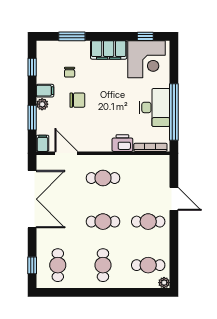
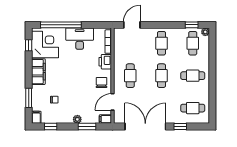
filing cabinet: (45, 91) -> (36, 117), moved
chair: (77, 100) -> (102, 83), moved
window: (174, 112) -> (61, 25), moved
door: (174, 199) -> (132, 25), moved
window: (174, 264) -> (192, 25), added
window: (32, 265) -> (180, 127), moved

